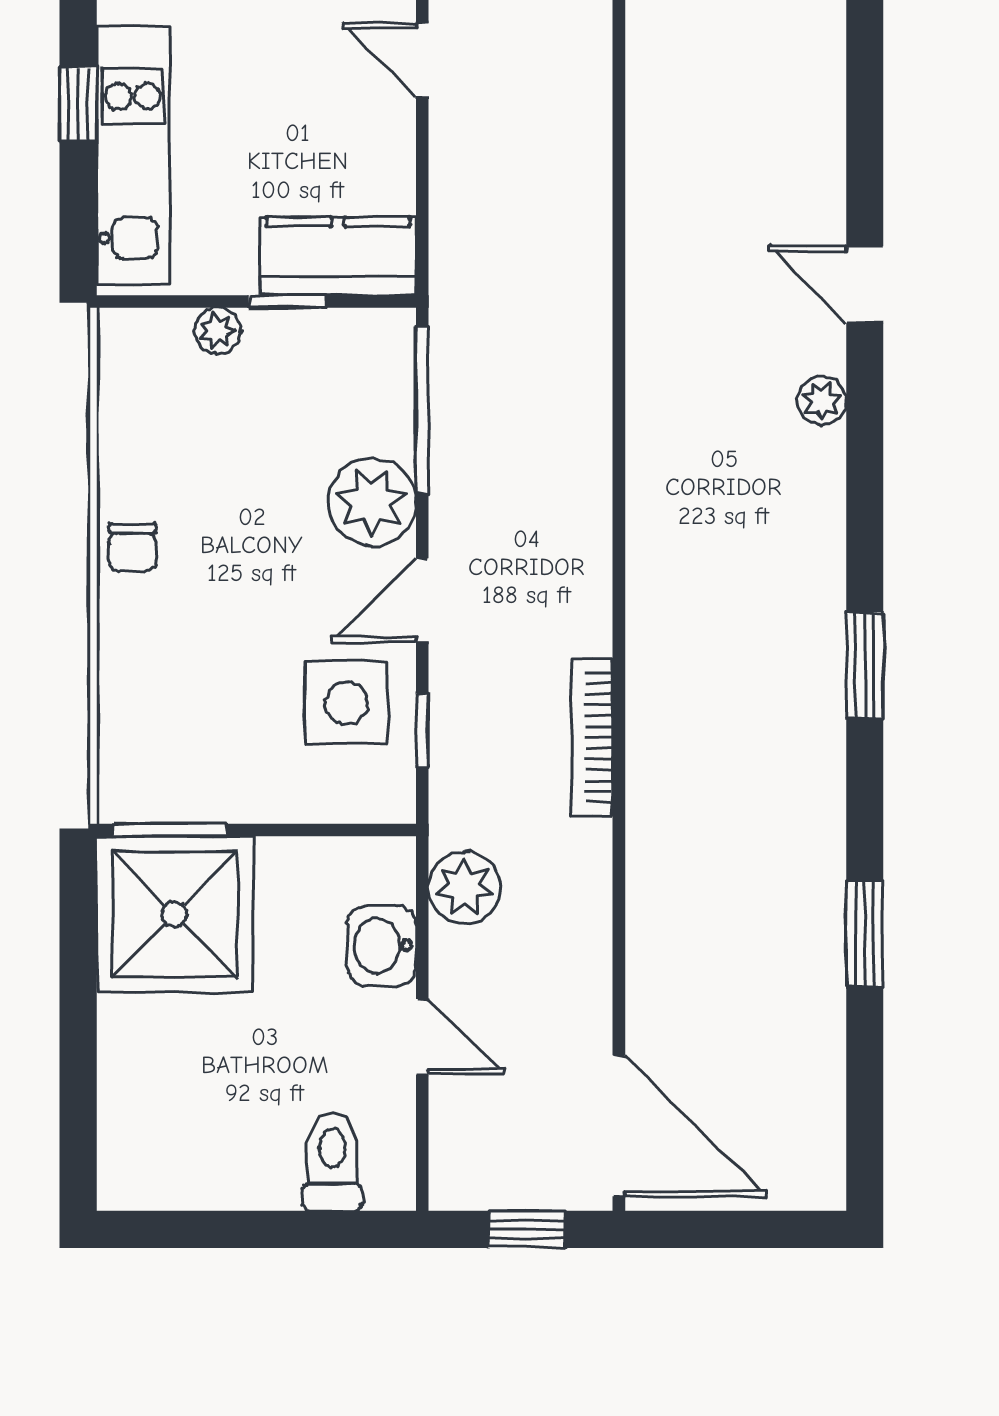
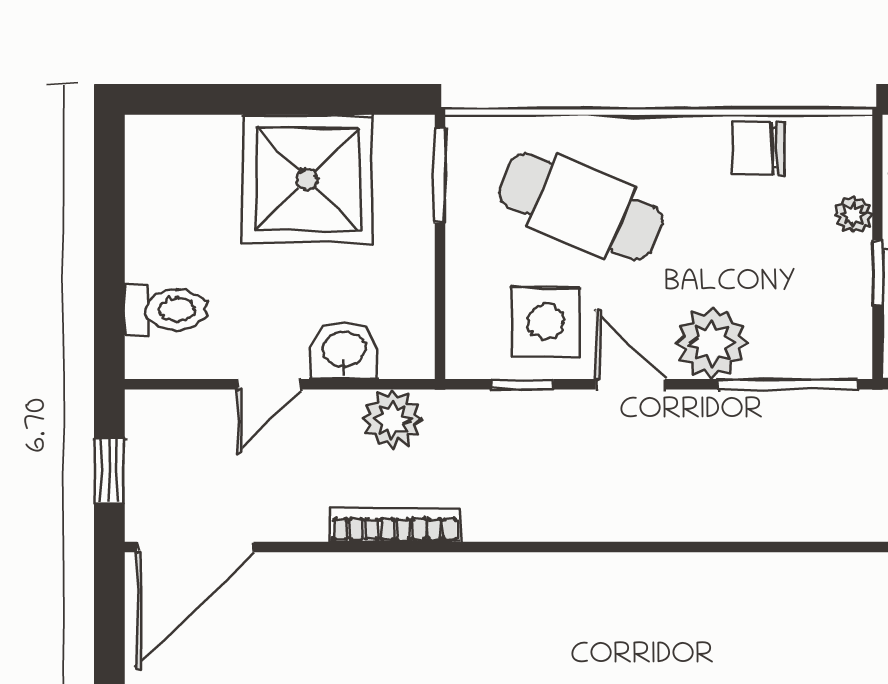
chair: (133, 547) -> (758, 148), moved, width x1.37, depth x1.37
cafe table: (207, 660) -> (581, 206), added
bookcase: (593, 737) -> (395, 525), moved
shower: (175, 914) -> (307, 179), moved

